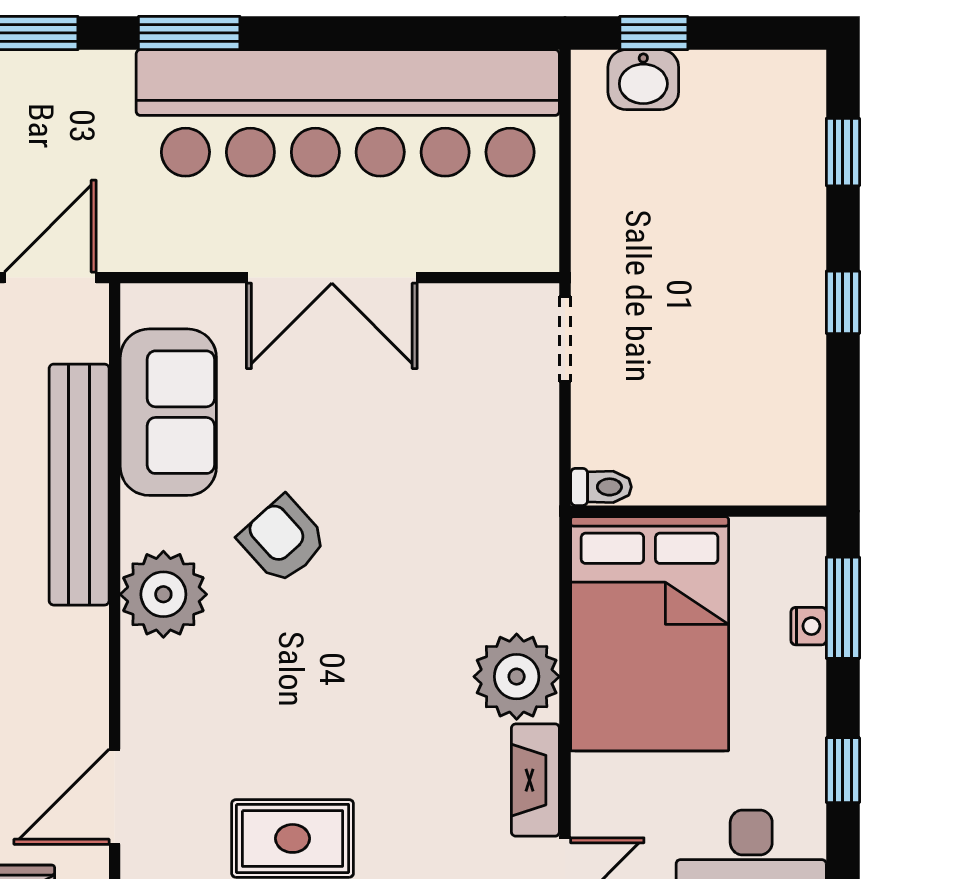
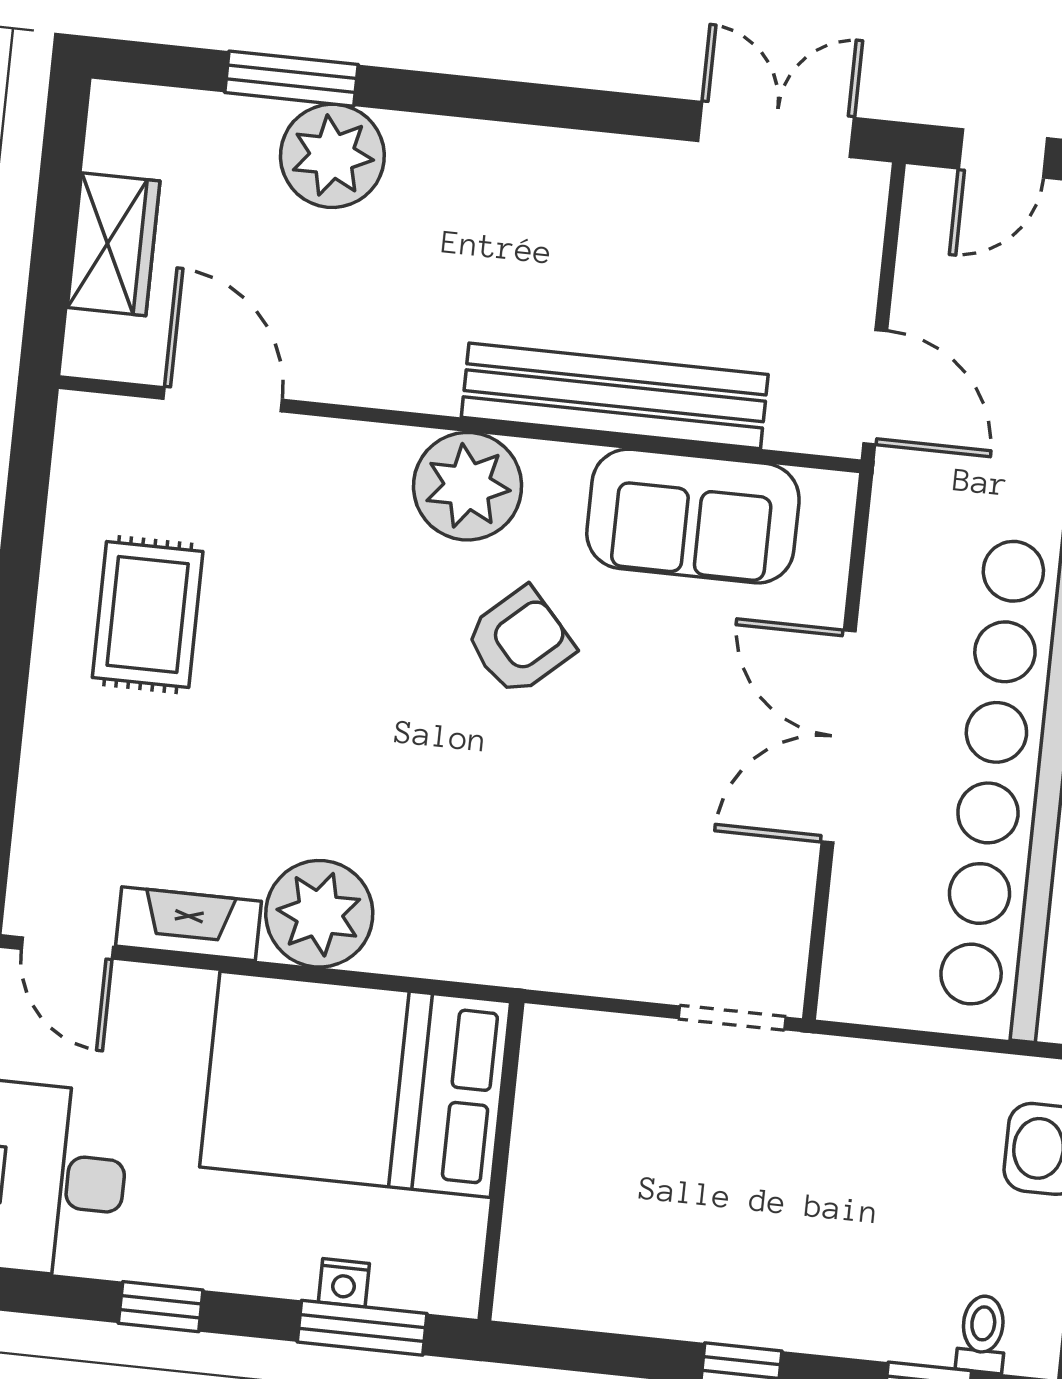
toilet: (601, 487) -> (982, 1334), moved, turned 180

